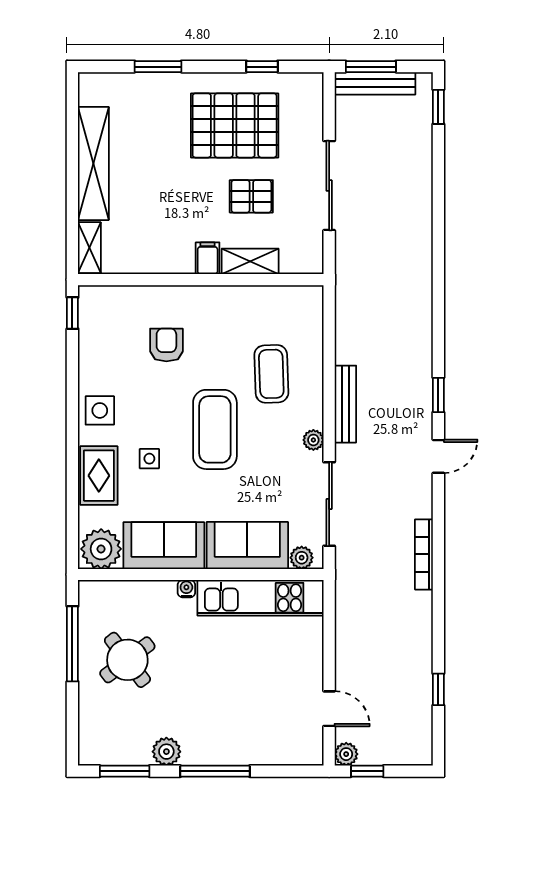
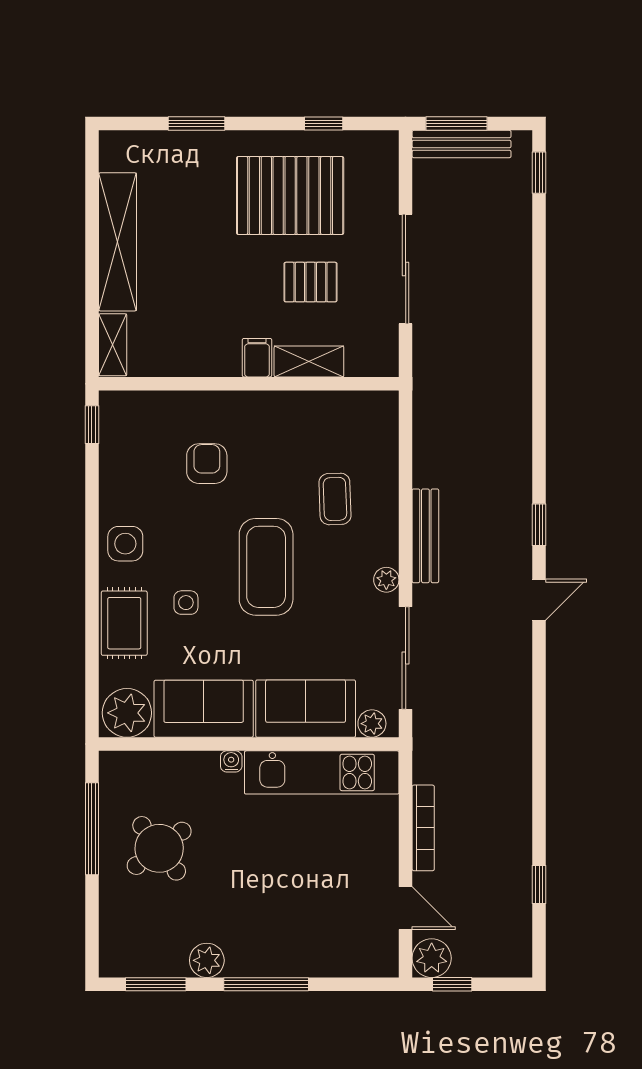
coffee table: (271, 374) -> (335, 499), width x0.73, depth x0.77
bookcase: (424, 554) -> (423, 828), moved, turned 180
plant: (346, 754) -> (432, 958), width x1.38, depth x1.38

